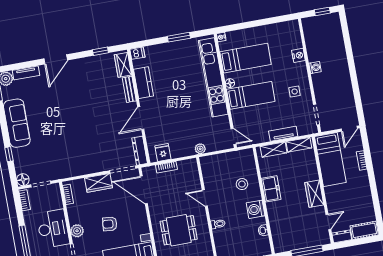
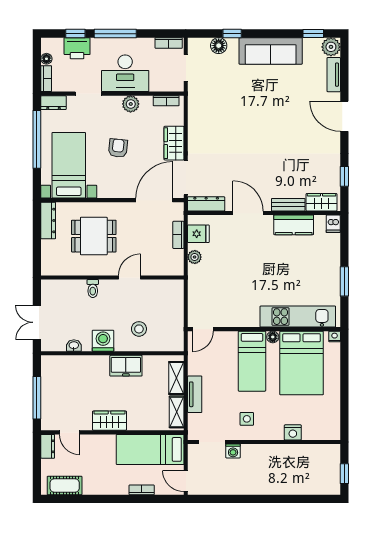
bed: (246, 58) -> (302, 363), width x1.50
washing machine: (315, 67) -> (233, 451), moved
kitchen unit: (213, 77) -> (298, 317), width x0.73
plant: (200, 149) -> (195, 257), moved
floor lamp: (23, 180) -> (219, 46), moved
dining table: (179, 230) -> (94, 236), turned 90
cot: (364, 230) -> (65, 486), moved, turned 90
plant: (77, 231) -> (131, 104), moved

